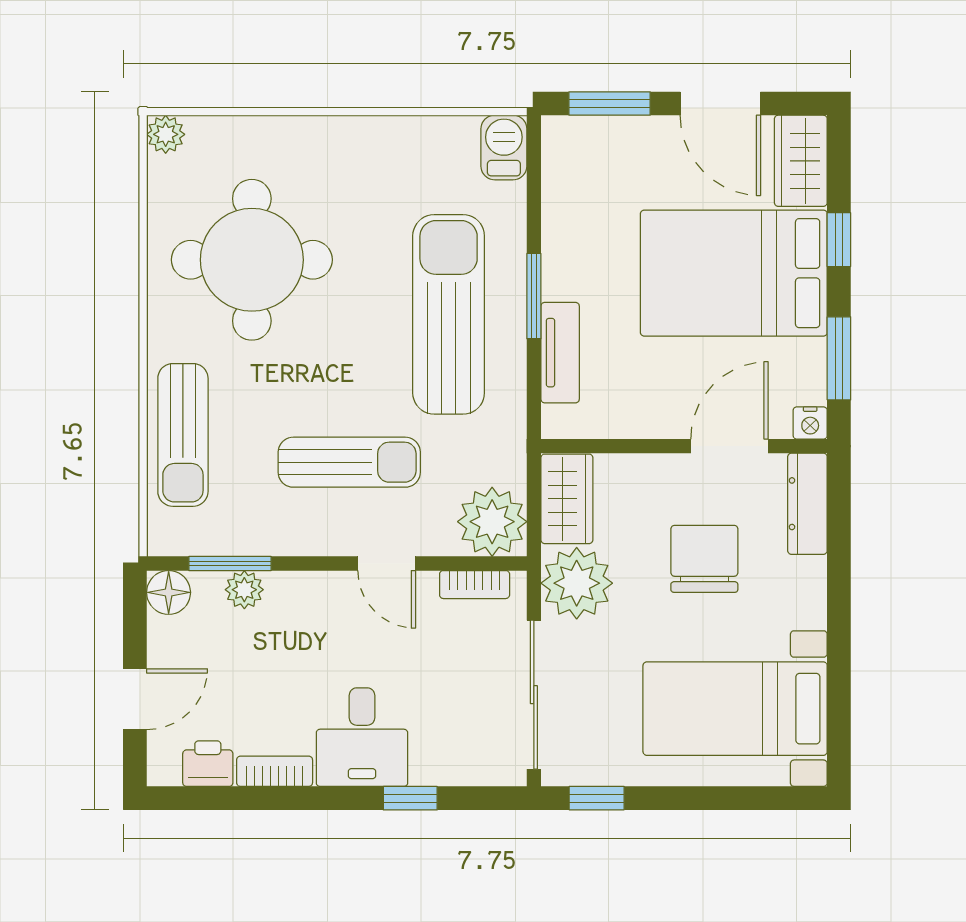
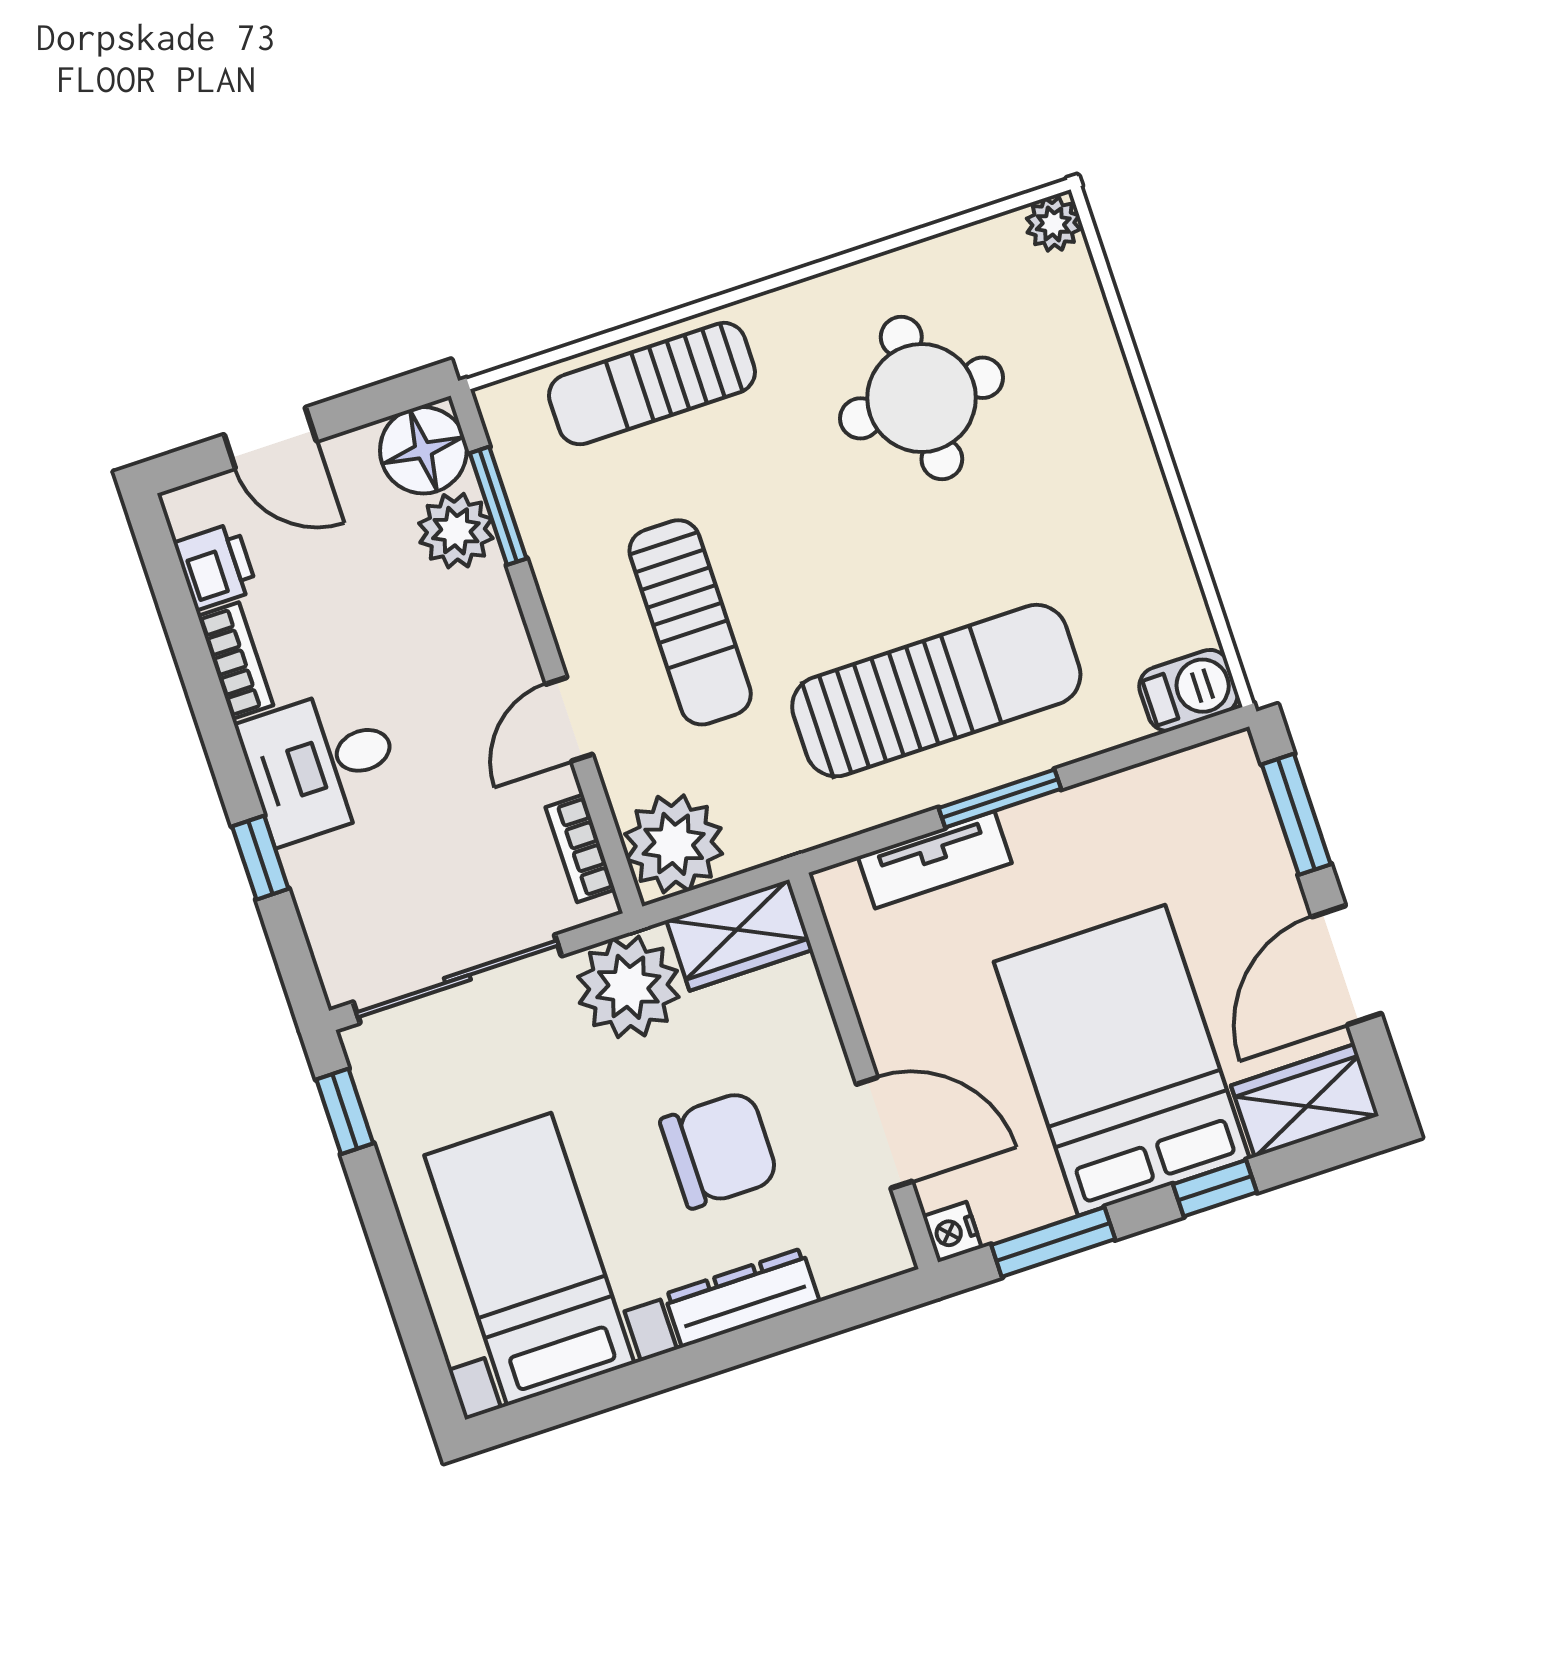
round table: (252, 260) -> (922, 398), width x0.73, depth x0.73
dresser: (807, 504) -> (742, 1298), moved
plant: (244, 590) -> (456, 531), width x1.38, depth x1.38
floor lamp: (169, 592) -> (423, 450), width x1.38, depth x1.38

